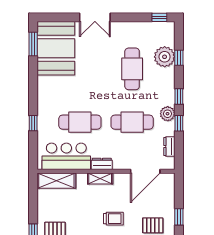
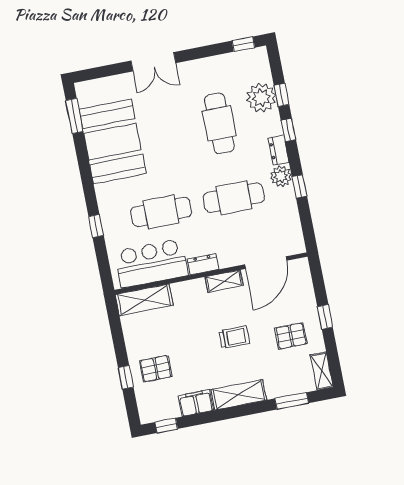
booth: (56, 48) -> (112, 141), moved
window: (179, 97) -> (288, 130), moved
dresser: (169, 146) -> (279, 150), moved
shelving: (100, 178) -> (224, 281), moved

